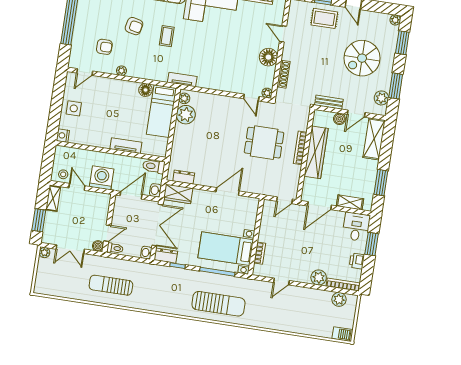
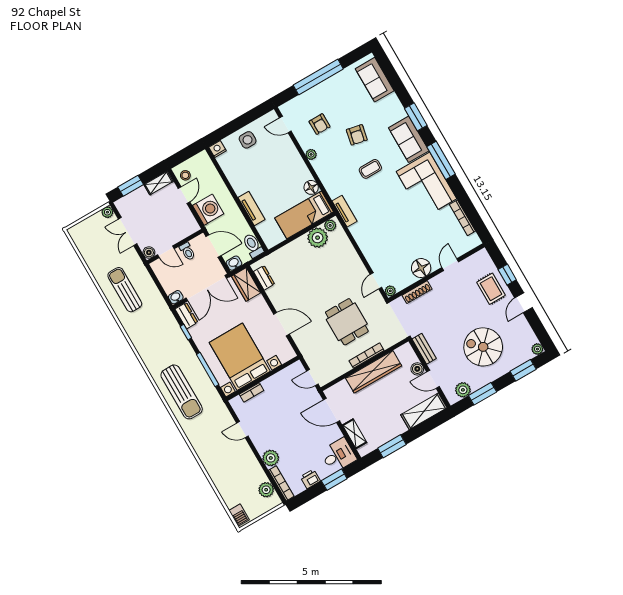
toilet: (115, 248) -> (187, 251), moved
bed with nightstands: (226, 249) -> (240, 357), width x1.36

